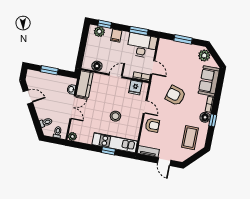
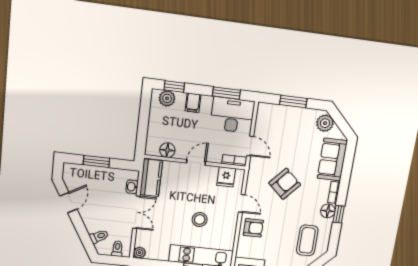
armchair: (175, 95) -> (285, 184), turned 115
door: (28, 97) -> (68, 203), hinge flipped

